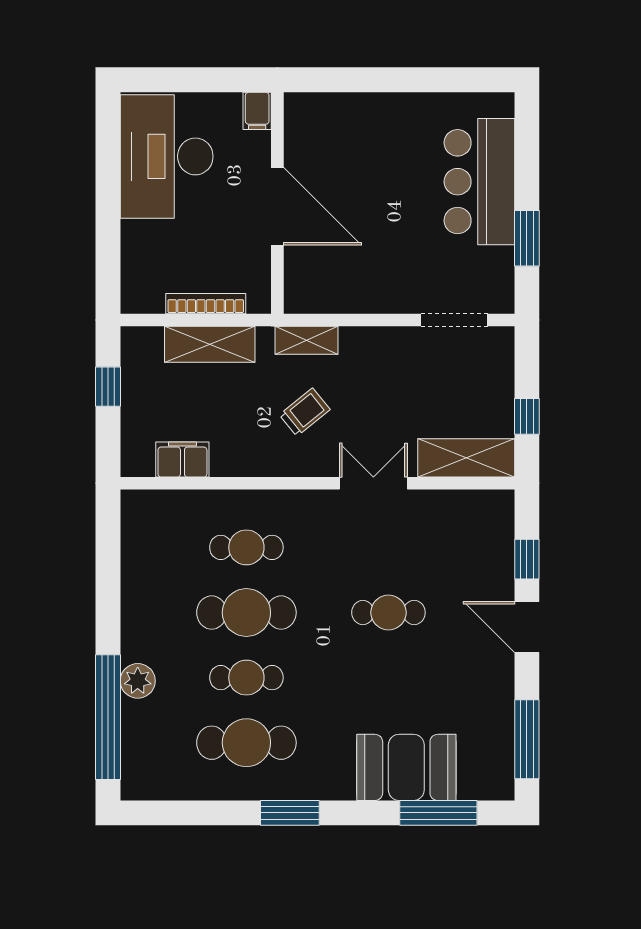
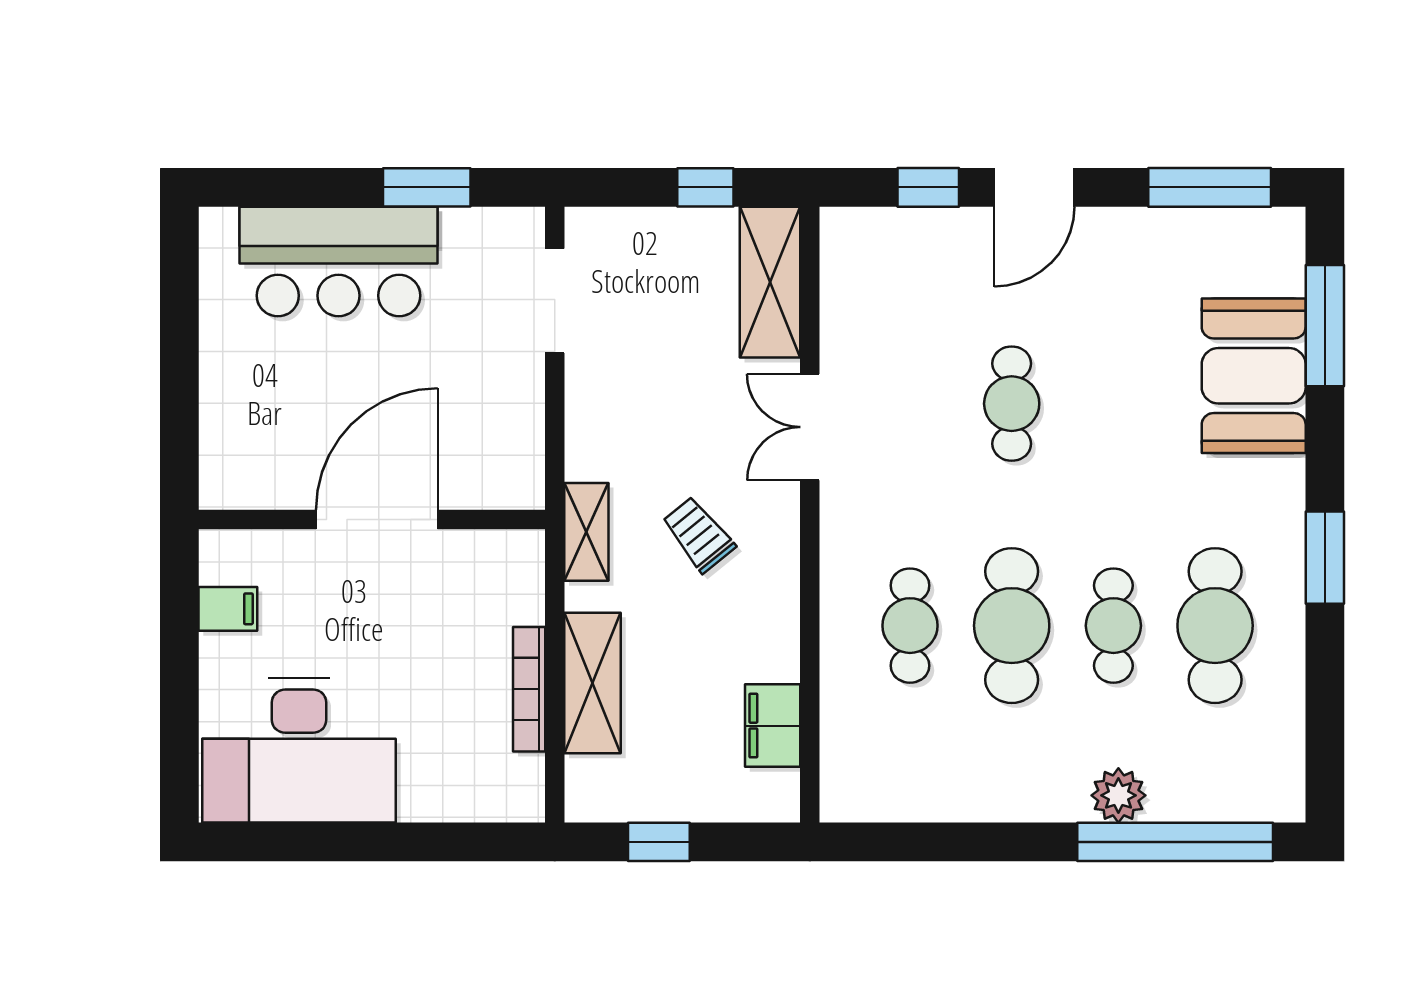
wall: (277, 203) -> (372, 519), moved
door: (277, 206) -> (377, 519), moved

